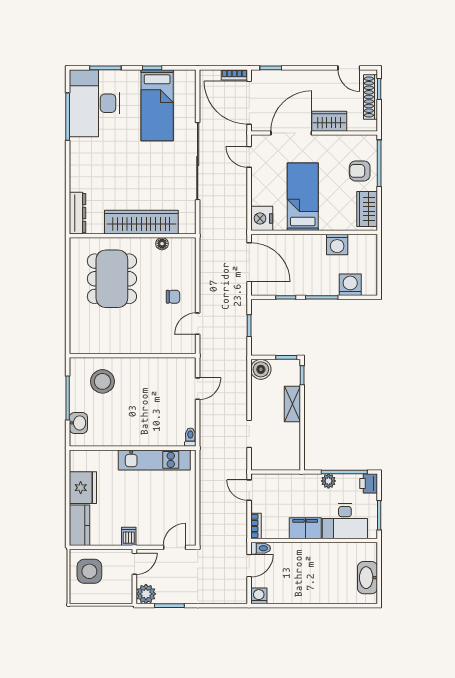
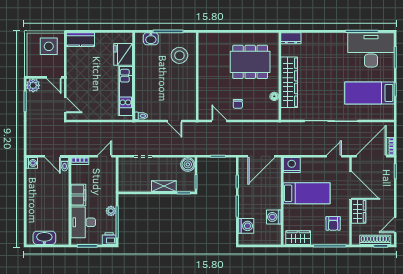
armchair: (360, 171) -> (333, 223), moved, turned 180
dresser: (77, 213) -> (291, 38), width x0.70
fridge: (83, 488) -> (123, 54), moved, turned 90
dishwasher: (129, 536) -> (73, 73), removed

